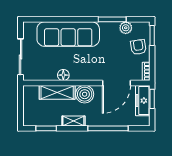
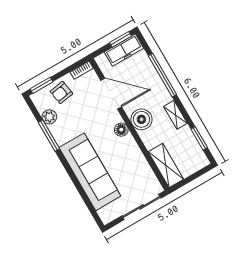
floor lamp: (63, 75) -> (121, 130), moved
shelving: (57, 92) -> (166, 165), moved
window: (152, 99) -> (121, 39), moved
freezer: (143, 101) -> (124, 50), moved

